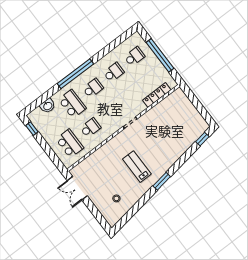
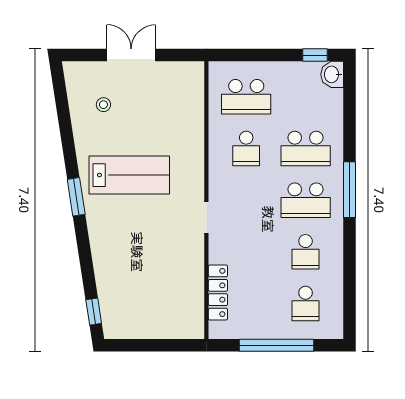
window: (75, 74) -> (349, 190), width x0.68
school desk: (93, 88) -> (306, 200), width x1.85
washbasin: (48, 106) -> (332, 74), moved
lab bench: (137, 167) -> (129, 175), width x1.36, depth x1.39
double door: (77, 188) -> (131, 55), moved

